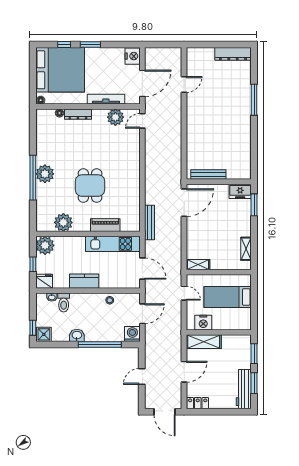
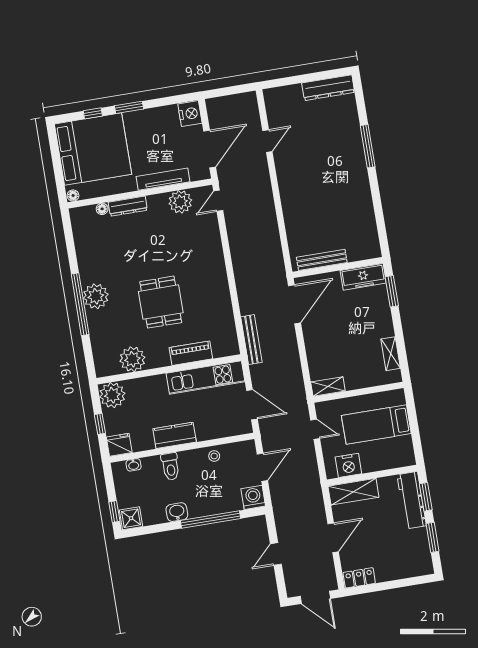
freezer: (240, 191) -> (363, 277), width x1.40
toilet: (64, 303) -> (170, 466), moved
workbench: (244, 389) -> (412, 500), moved

